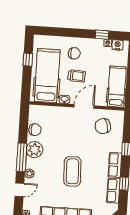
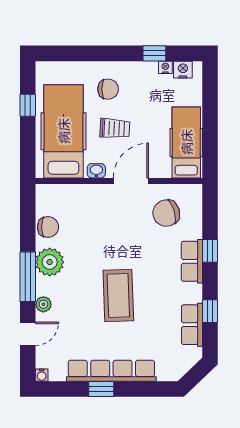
row of seats: (115, 165) -> (192, 261), moved

